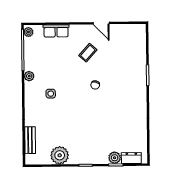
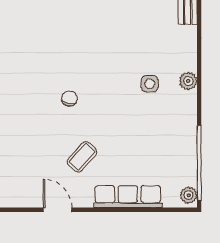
row of seats: (56, 31) -> (128, 197), width x1.48
plant: (29, 76) -> (188, 81), moved

